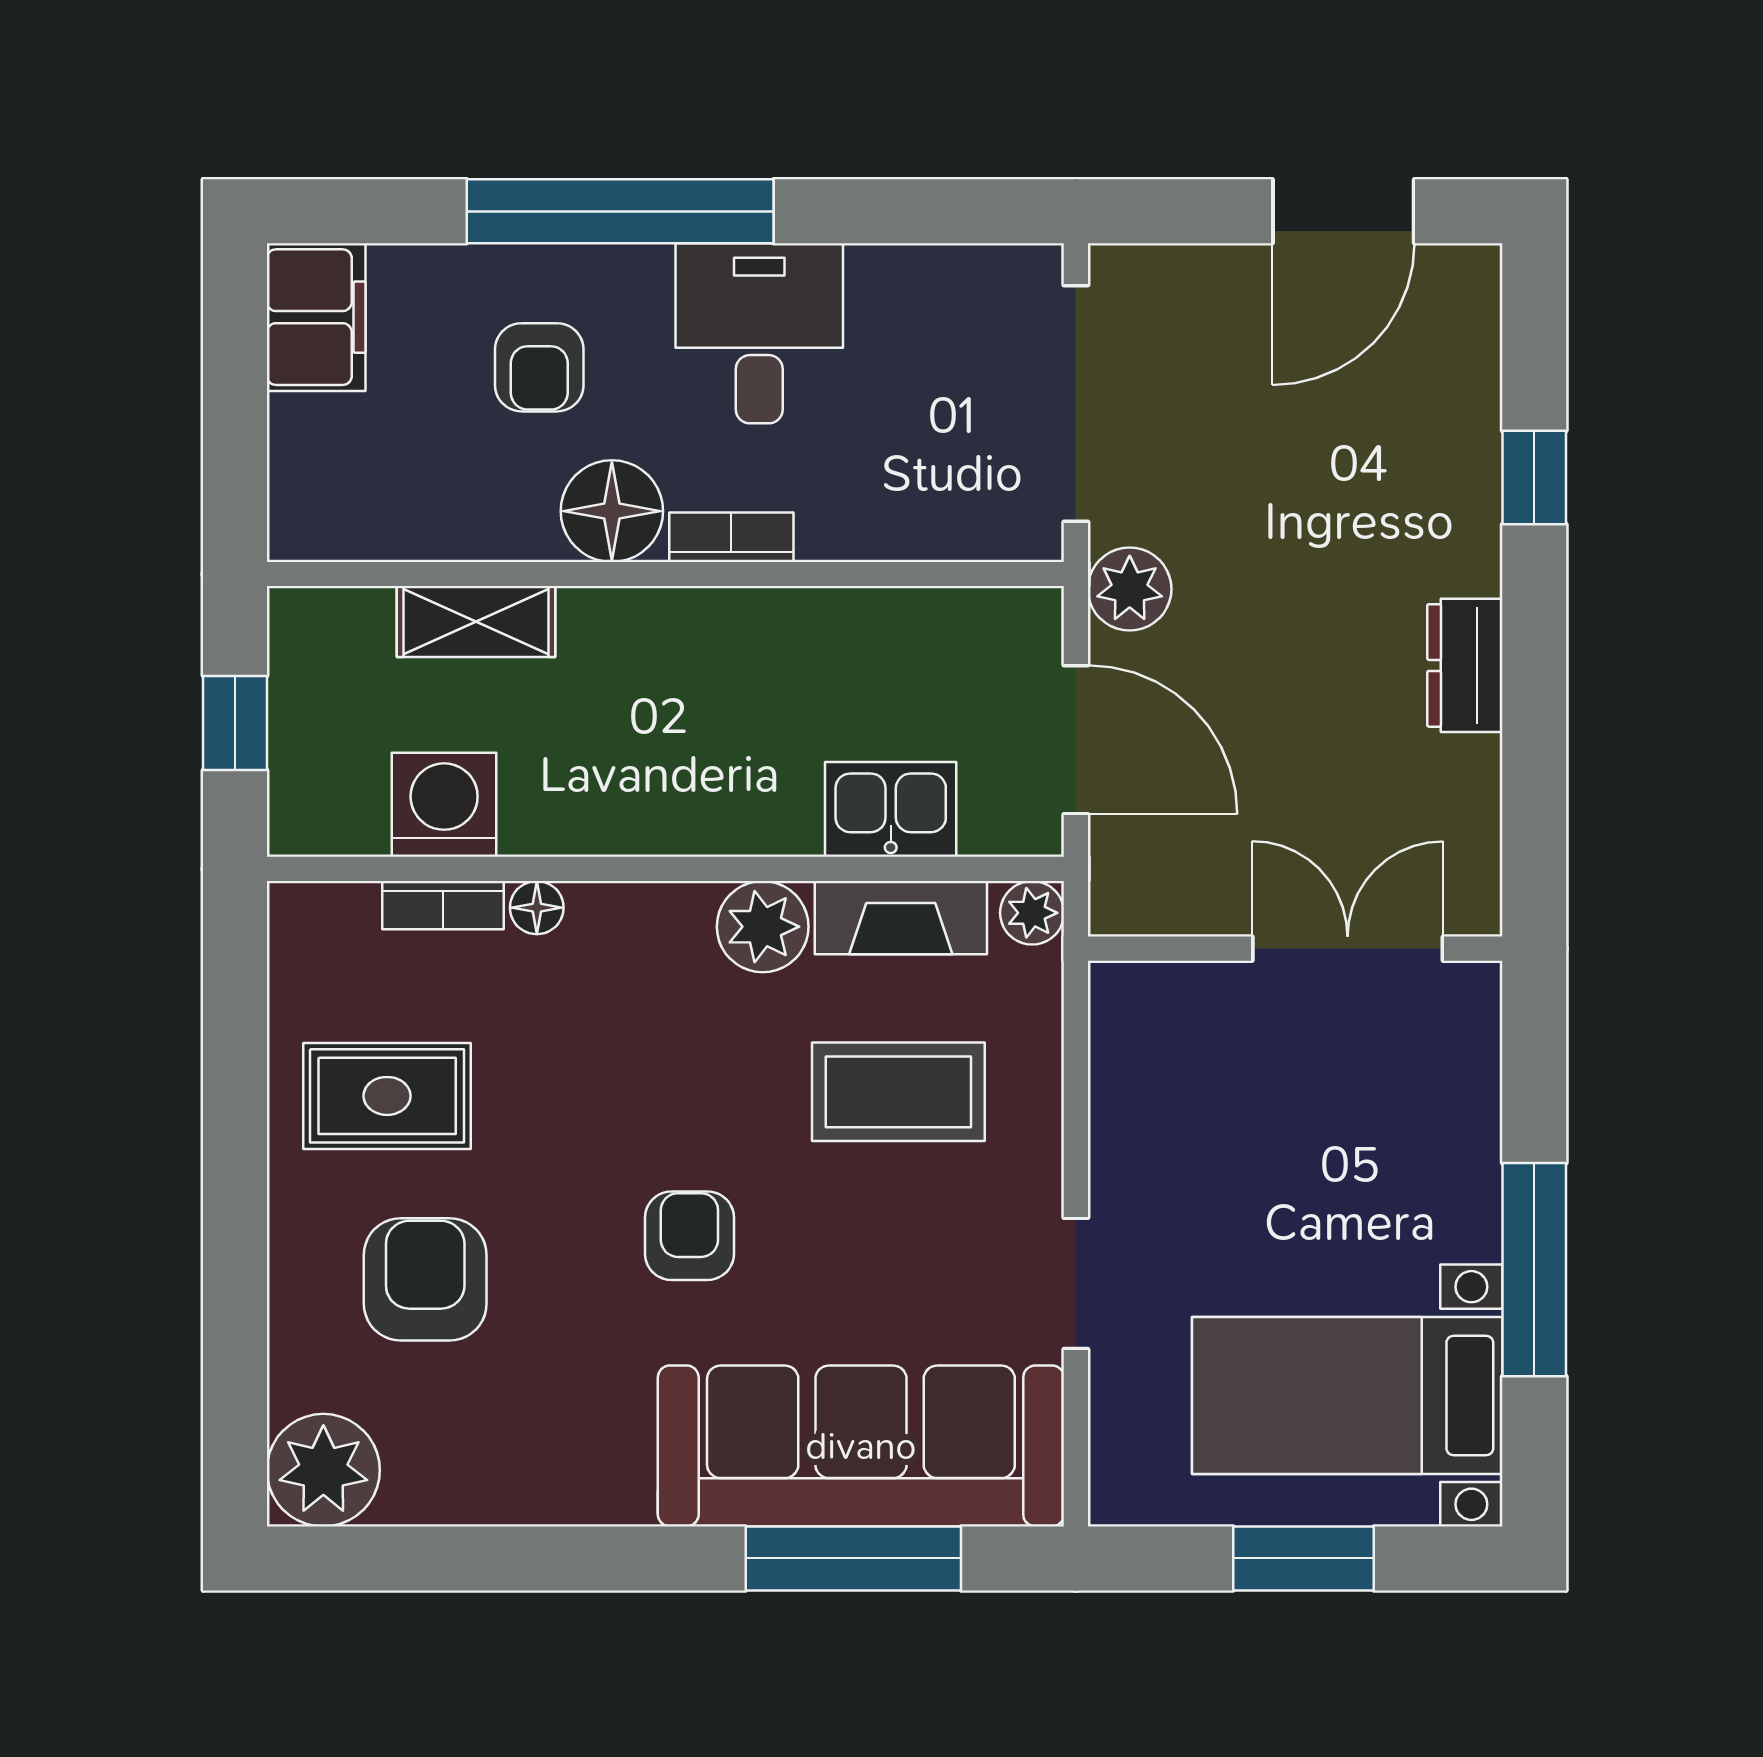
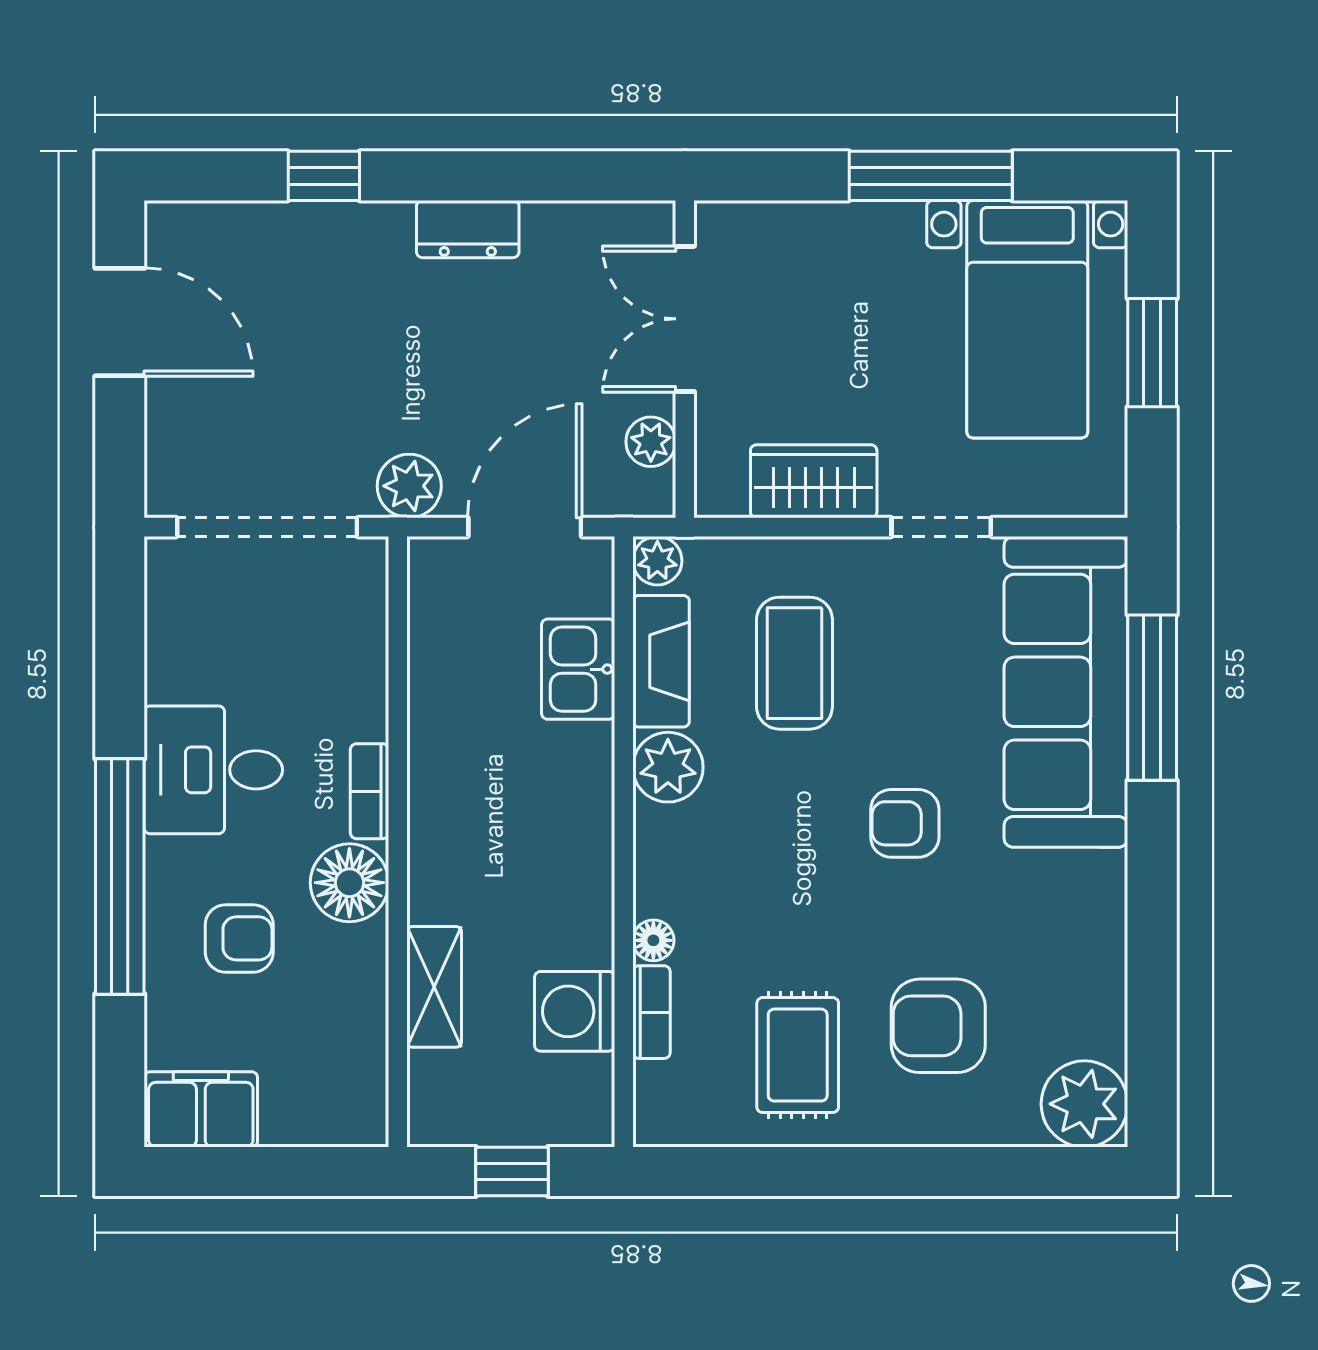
plant: (1187, 904) -> (651, 442), added
wardrobe: (1136, 1117) -> (814, 481), added

